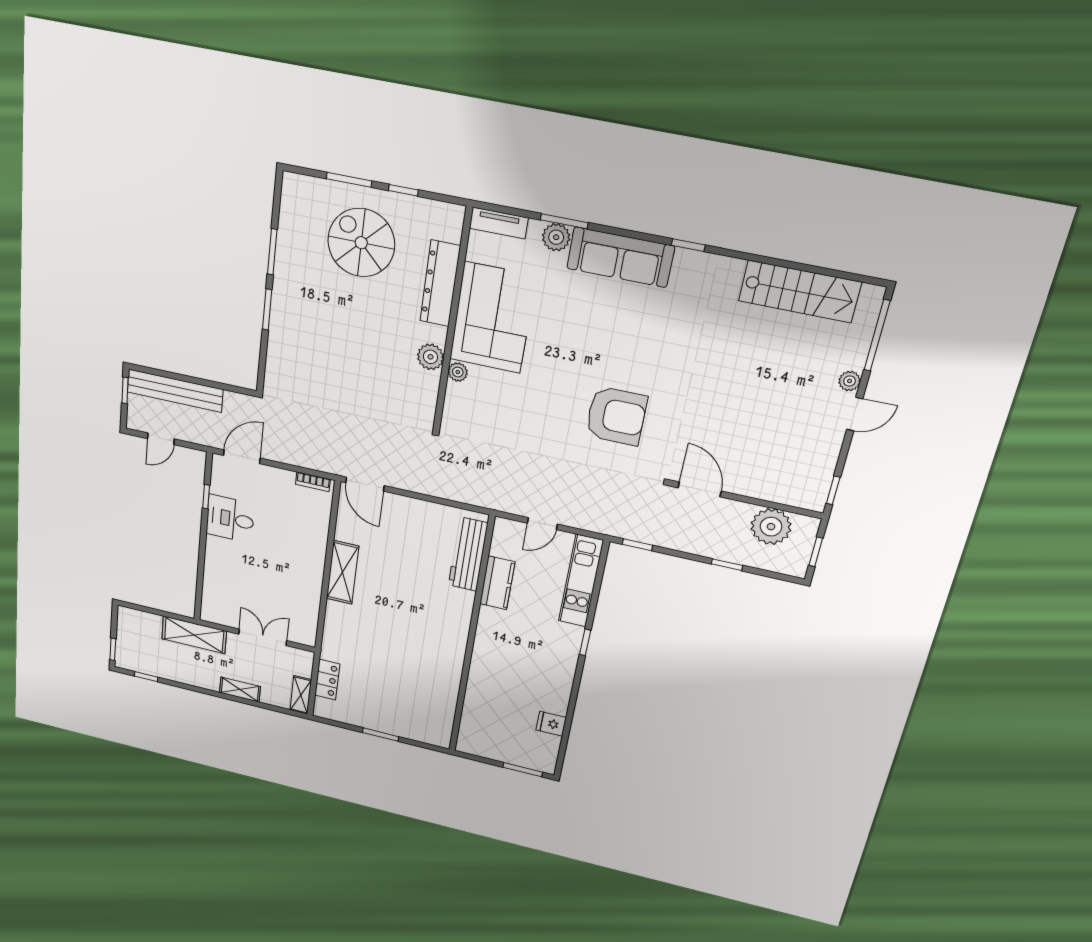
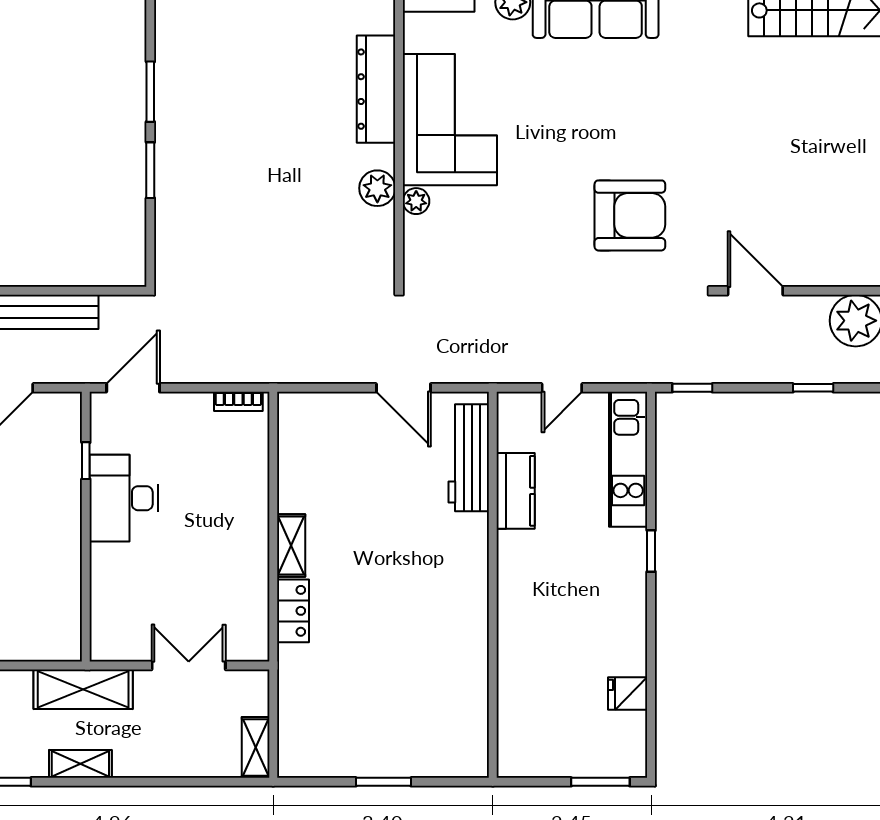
spiral stairs: (361, 243) -> (267, 57), removed
door: (365, 484) -> (403, 388), moved
desk: (230, 519) -> (124, 498), width x1.37
shelving: (343, 572) -> (291, 546), width x0.67, depth x0.75
locker: (327, 680) -> (293, 611), moved
shelving: (240, 690) -> (80, 764), moved

